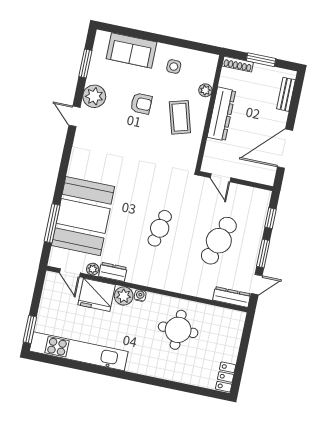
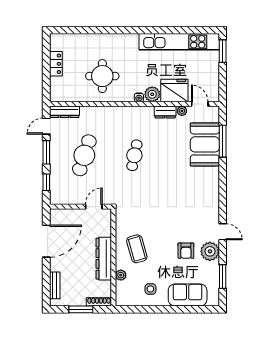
armchair: (141, 104) -> (186, 251), moved, turned -90
door: (220, 178) -> (94, 207), hinge flipped
booth: (83, 216) -> (205, 144), width x0.73, depth x0.70
locker: (226, 377) -> (56, 64), moved

